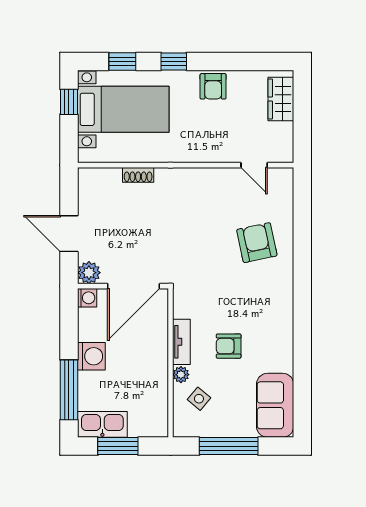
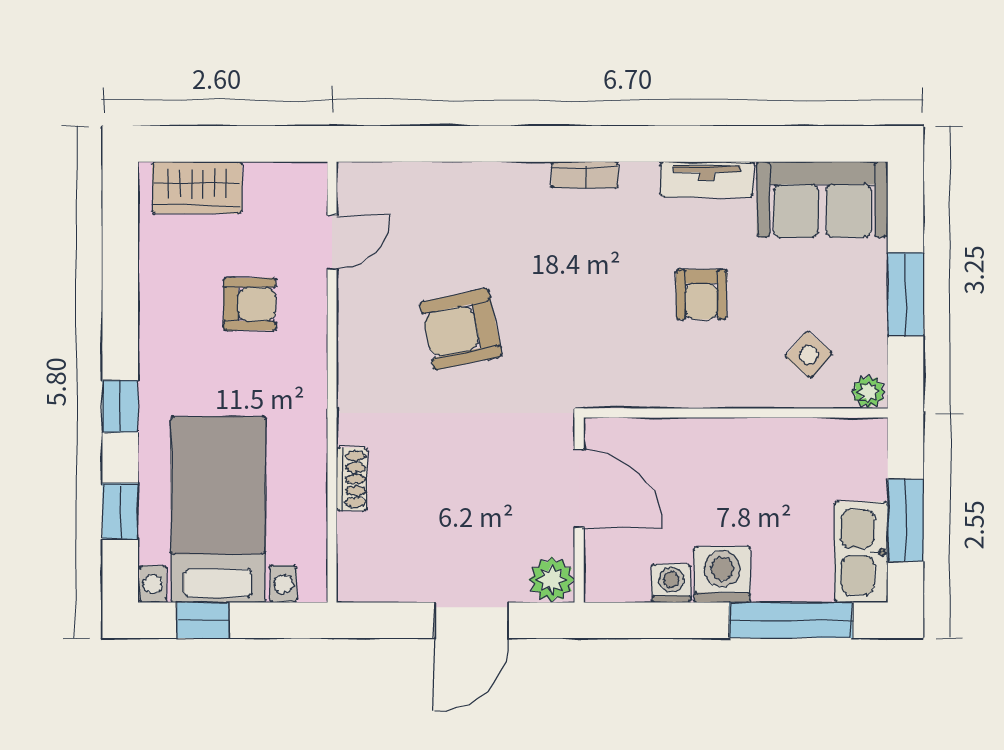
armchair: (213, 86) -> (250, 304), moved
armchair: (257, 243) -> (461, 329), moved
door: (134, 286) -> (579, 489), width x0.73
bookcase: (287, 289) -> (585, 175), added
washing machine: (87, 298) -> (671, 583), moved
tv unit: (181, 342) -> (707, 179), moved, turned 180
plant: (181, 375) -> (868, 392), moved
window: (229, 446) -> (906, 294), width x0.69

